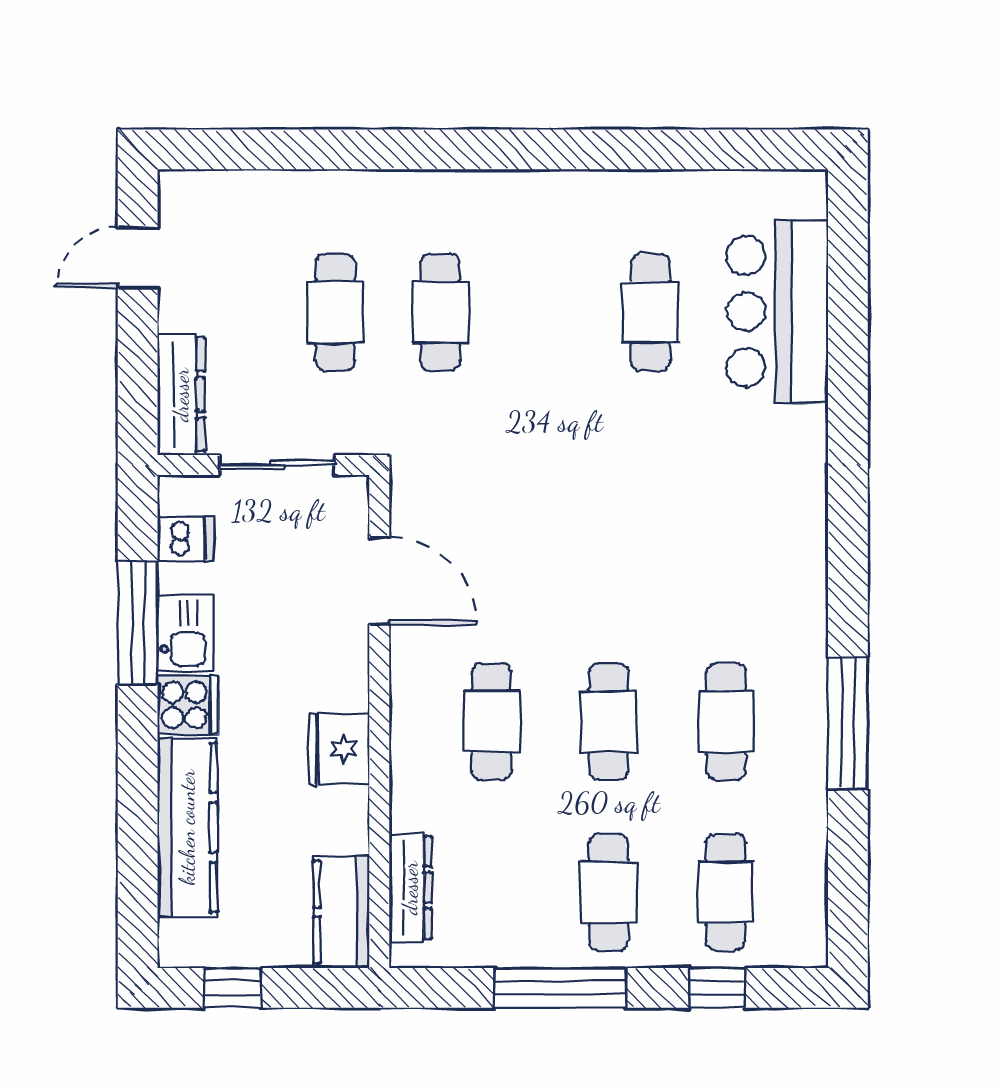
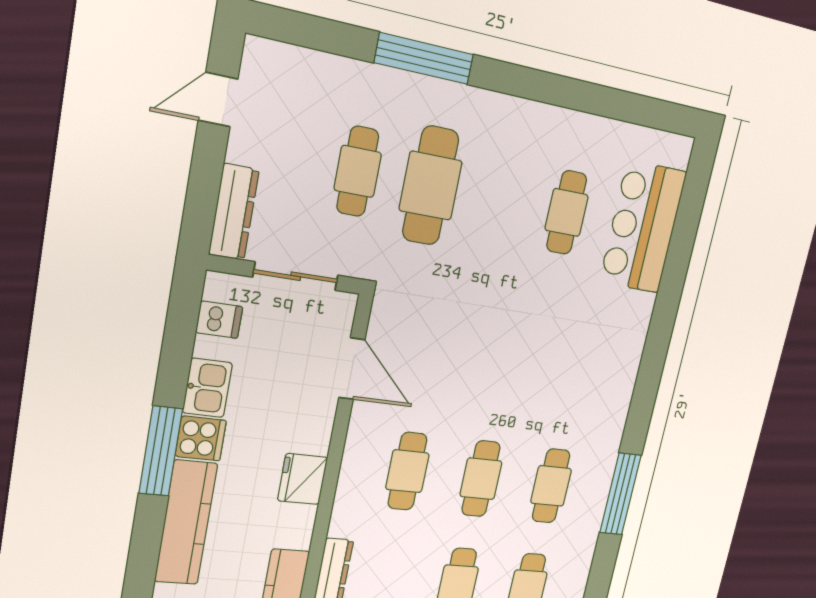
window: (396, 149) -> (424, 59), added
cafe table: (440, 312) -> (431, 186), width x1.37, depth x1.35
window: (138, 623) -> (161, 451), moved

